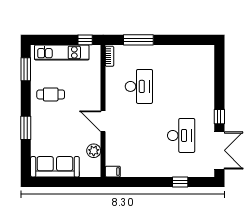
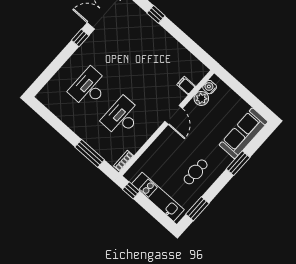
cafe table: (51, 94) -> (196, 172), turned 90
desk: (181, 135) -> (89, 88), moved
water cooler: (95, 164) -> (210, 87), added
sofa: (55, 167) -> (244, 133), moved, turned 90
filing cabinet: (113, 172) -> (186, 86), moved

